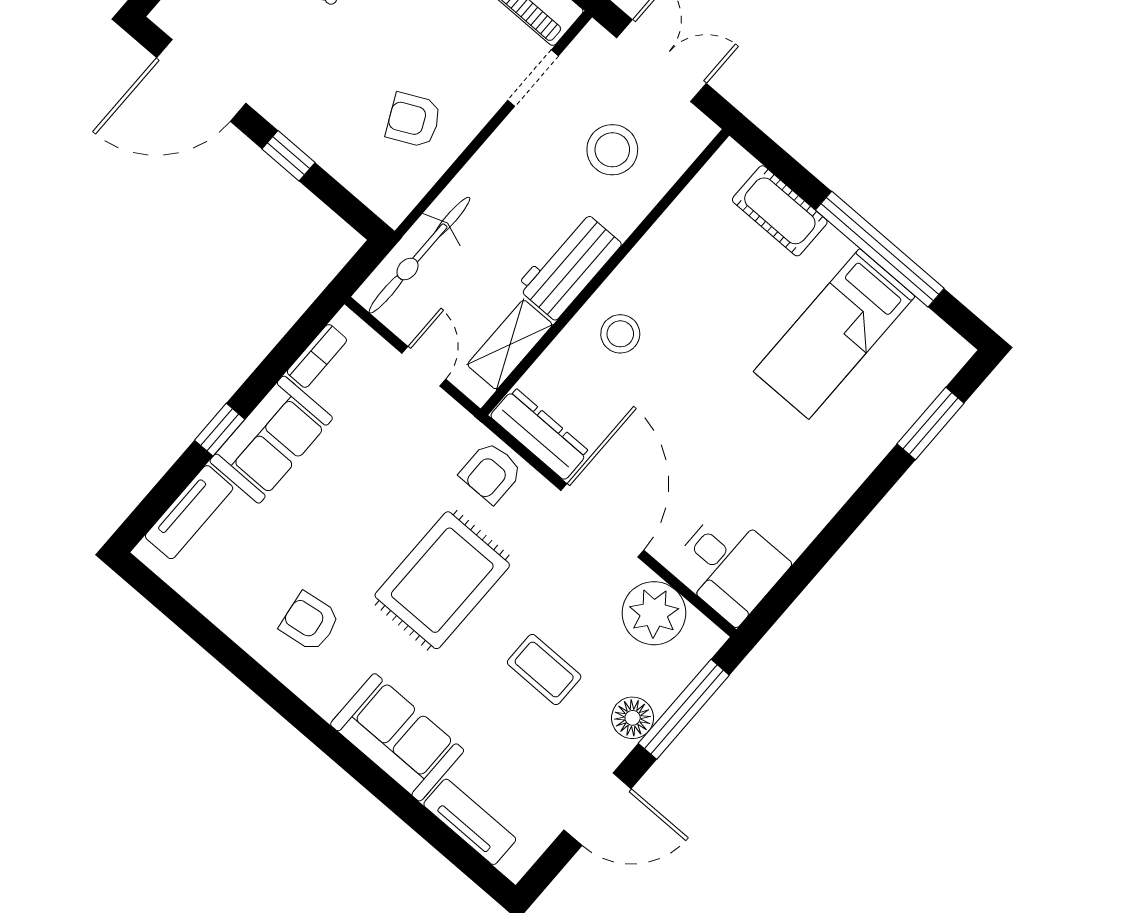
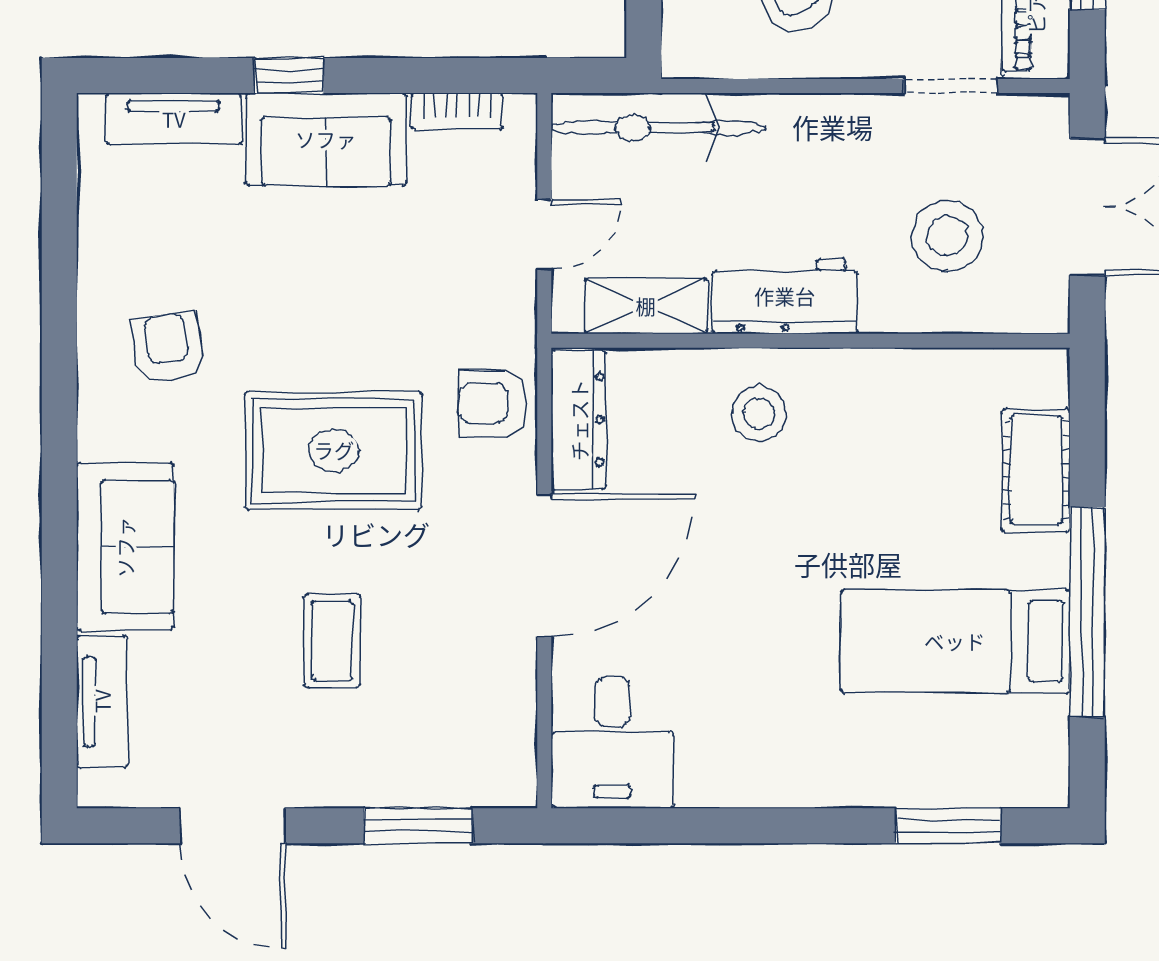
plant: (654, 613) -> (493, 706), removed
window: (684, 709) -> (418, 826), width x0.69
floor lamp: (633, 718) -> (362, 779), removed

